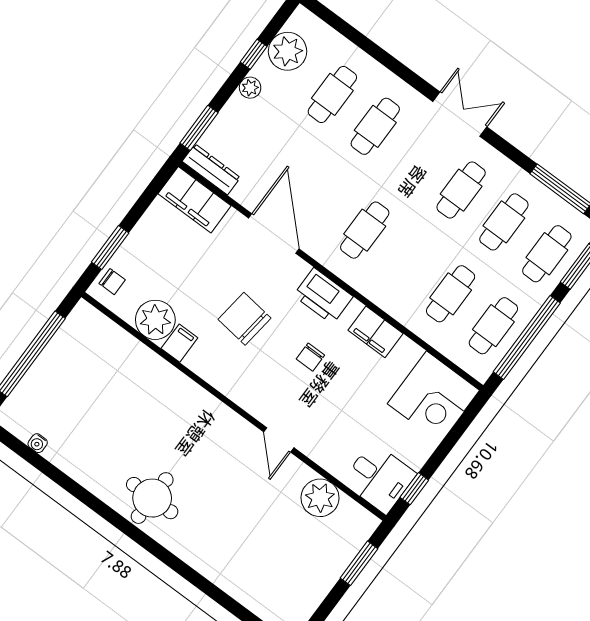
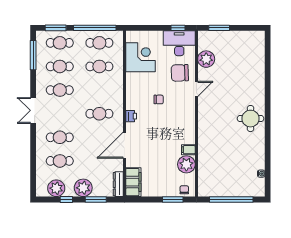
plant: (250, 88) -> (83, 188), width x1.88, depth x1.88
window: (199, 128) -> (96, 199), moved
printer: (323, 296) -> (131, 116), width x0.53, depth x0.68
chair: (245, 319) -> (180, 73), moved, turned 81
filing cabinet: (376, 332) -> (133, 83), removed
corner desk: (433, 397) -> (141, 57), moved
desk: (379, 478) -> (179, 43), width x1.37

